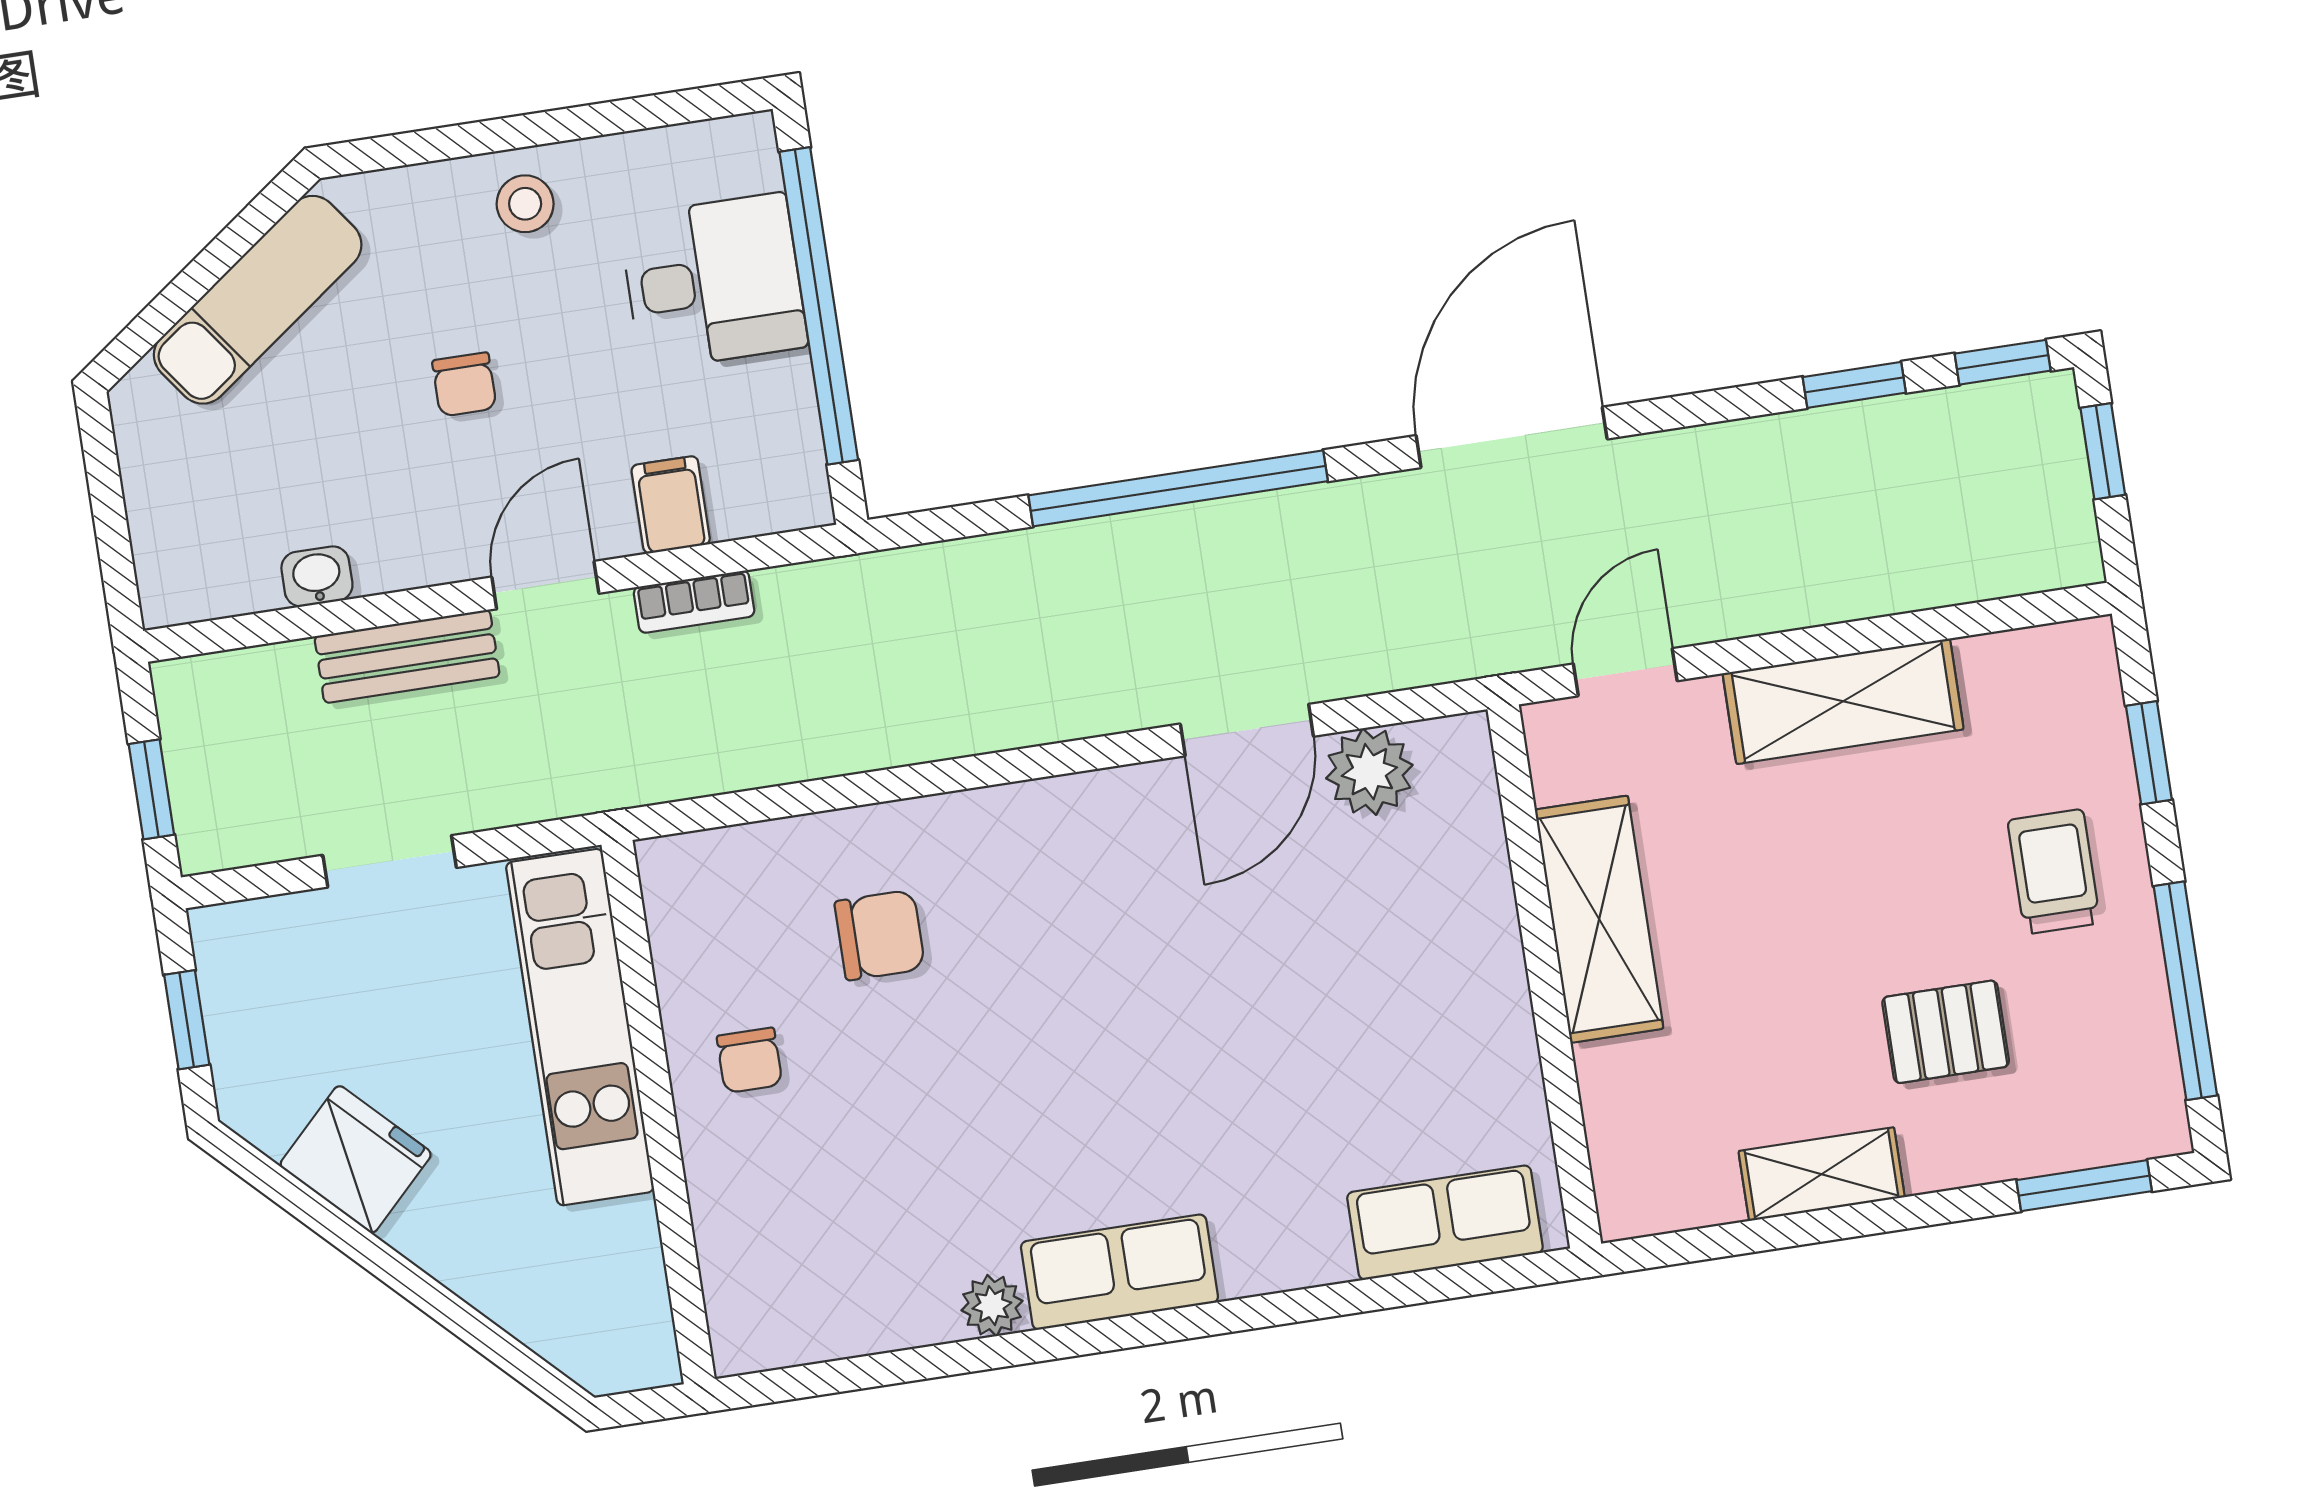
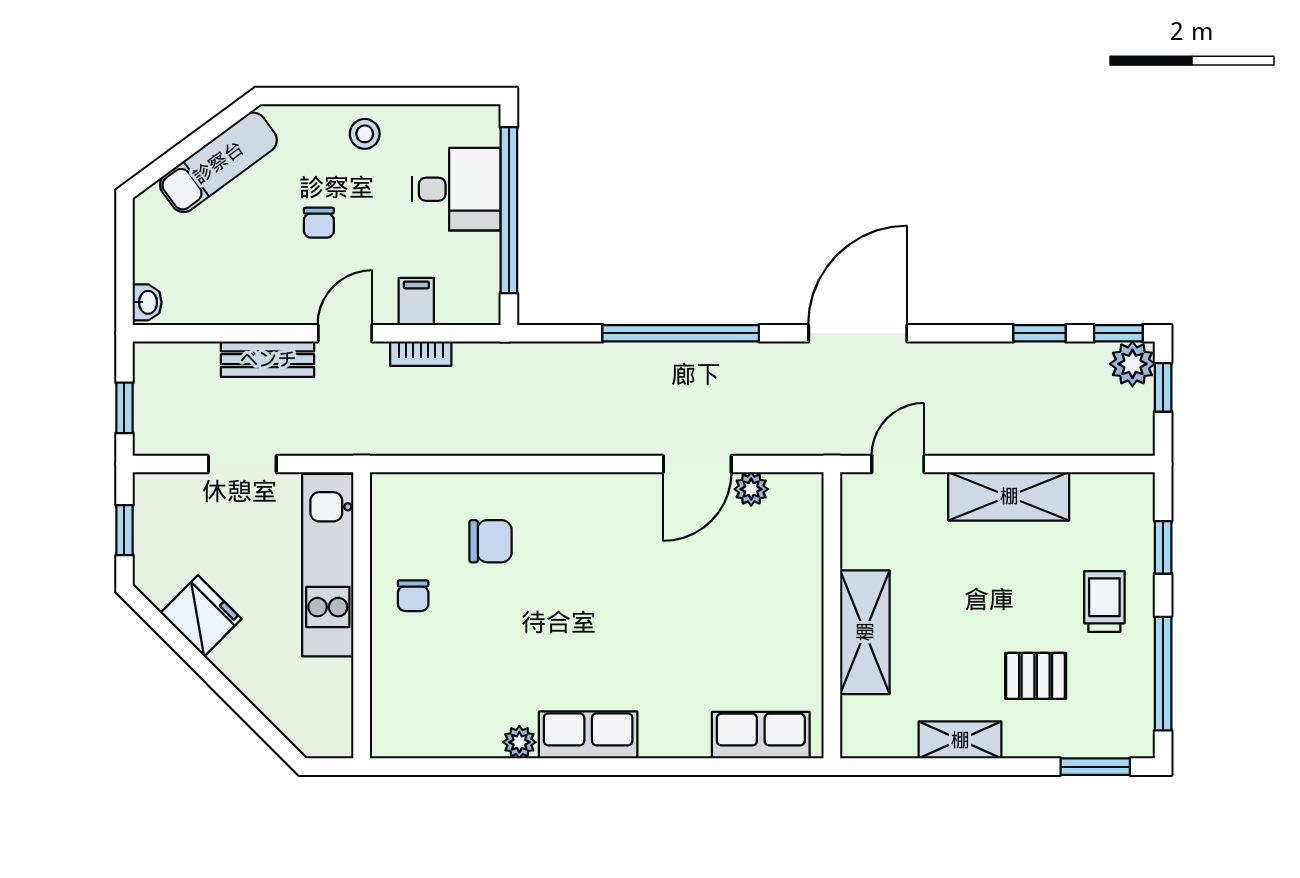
plant: (2038, 416) -> (1132, 364), added
washbasin: (317, 576) -> (147, 302), moved, turned 90
plant: (1369, 772) -> (751, 489), width x0.73, depth x0.73
shelving: (1599, 919) -> (865, 632), moved

